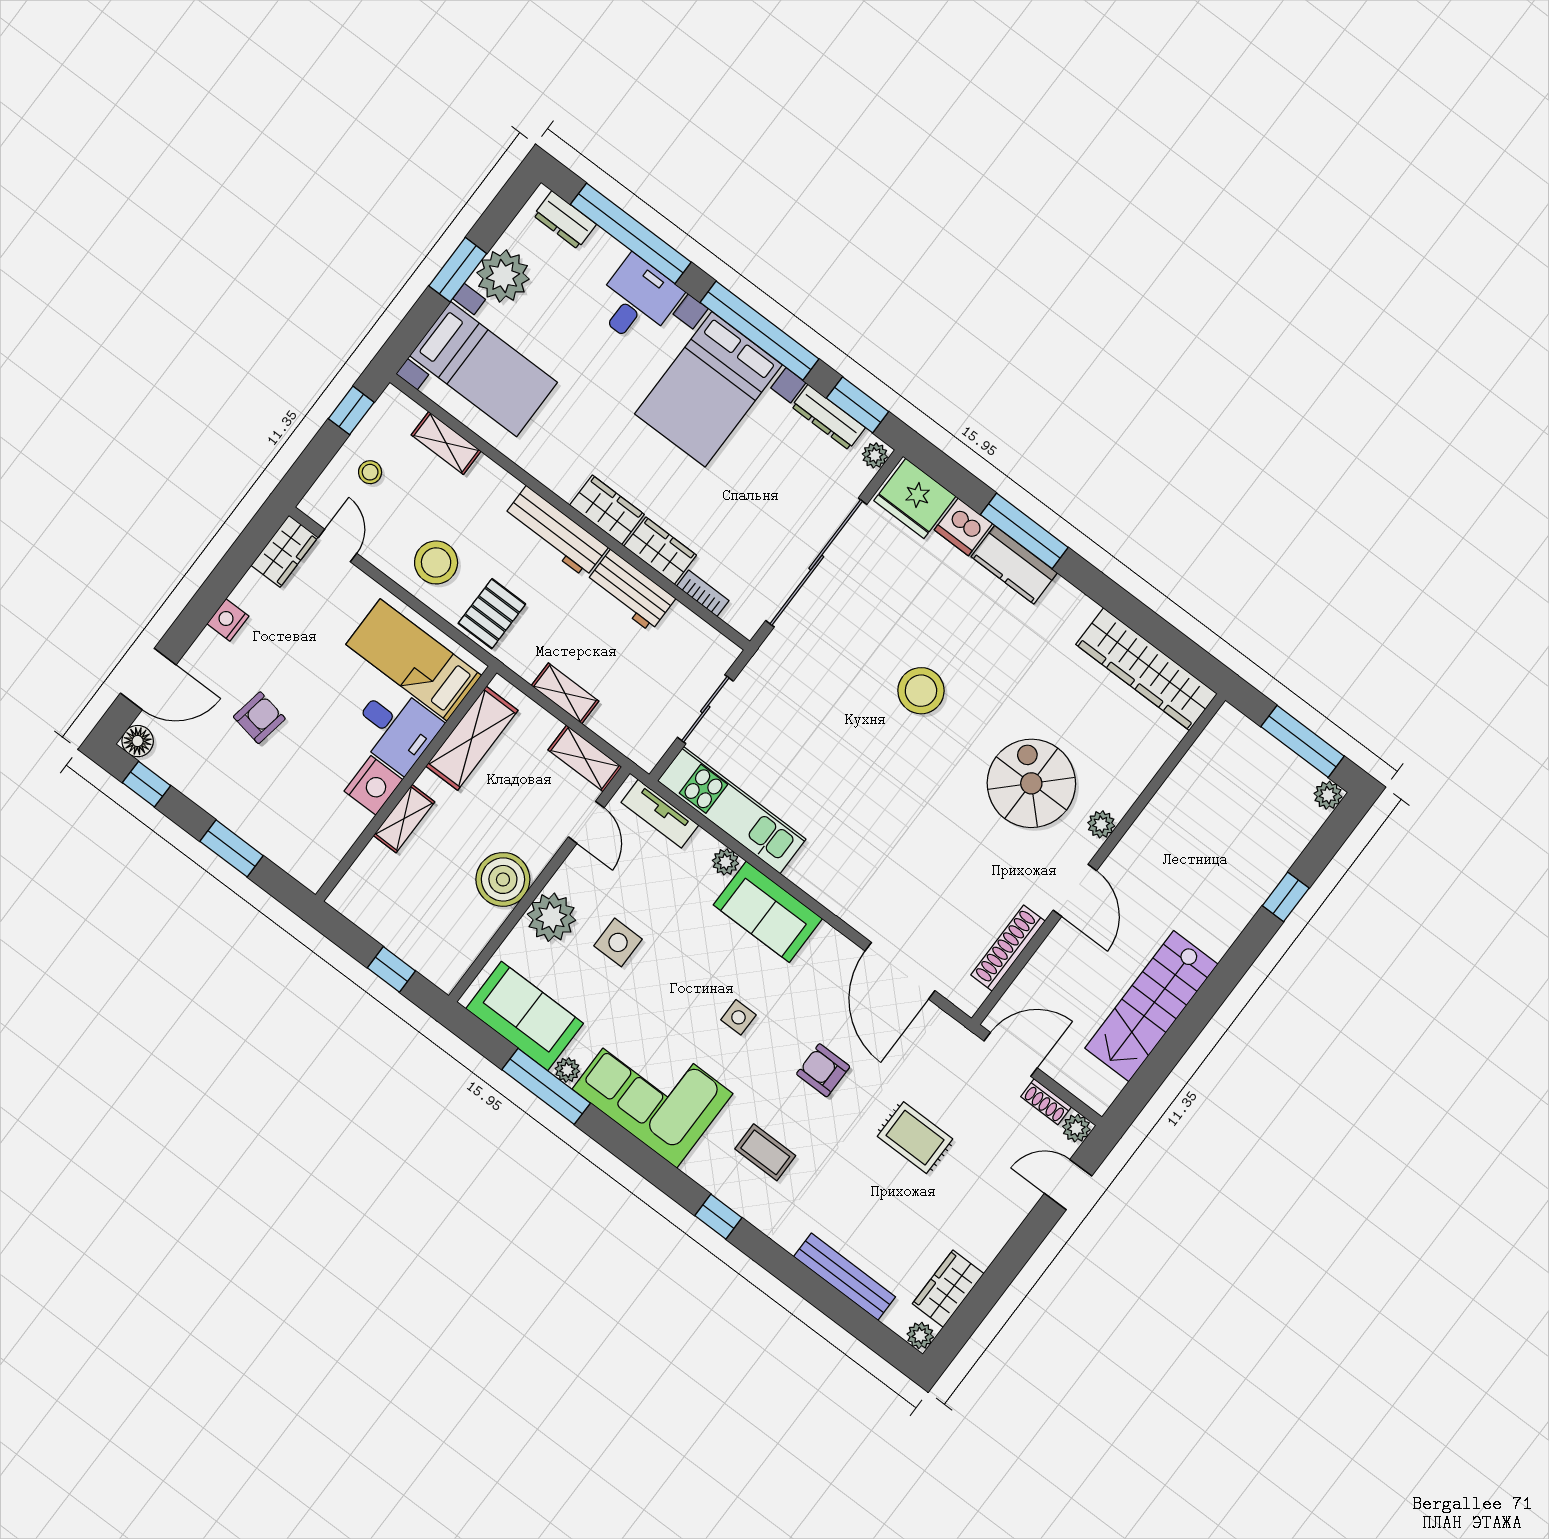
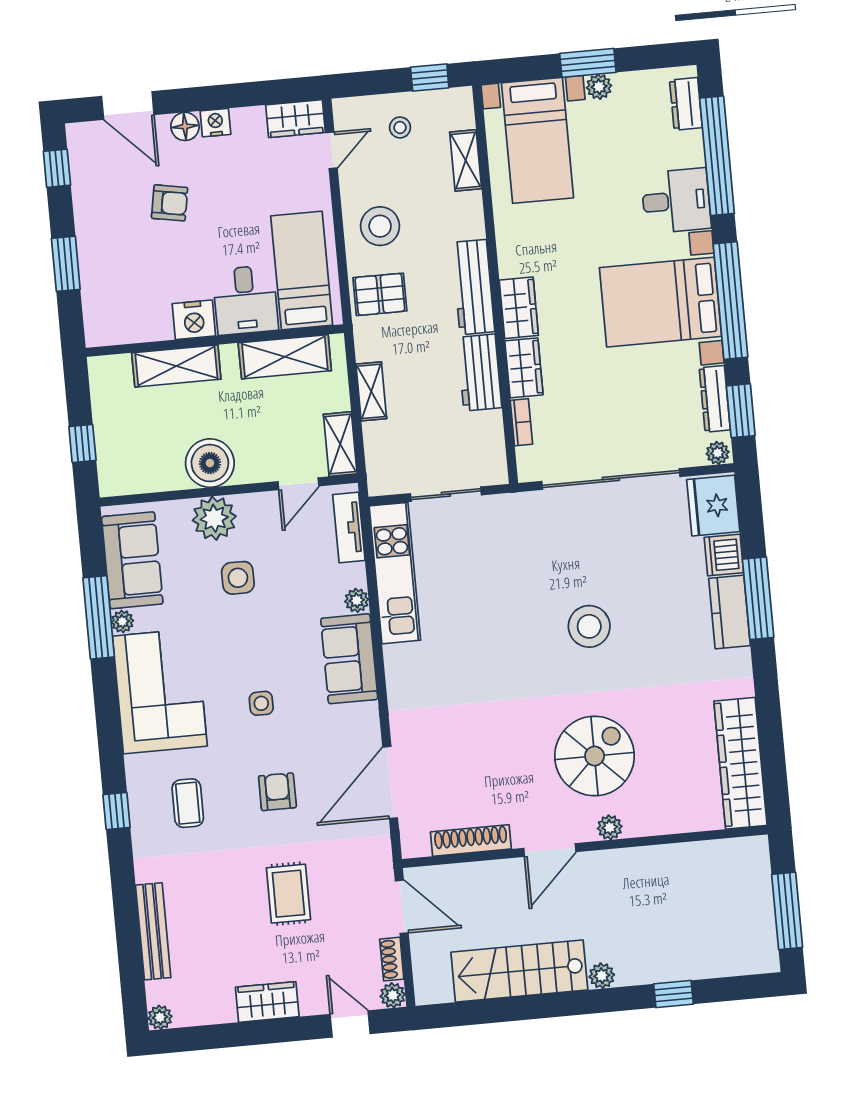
plant: (503, 276) -> (599, 87), width x0.53, depth x0.53
floor lamp: (138, 741) -> (185, 126), moved
plant: (1328, 795) -> (602, 976), moved
shelving: (404, 819) -> (176, 366), width x1.50, depth x1.33
wardrobe: (948, 1289) -> (267, 1002), moved

